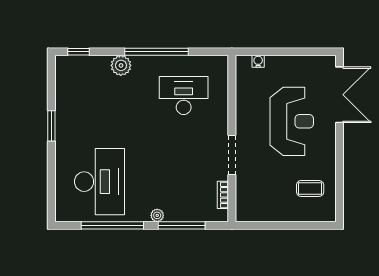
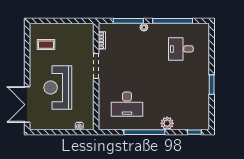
desk: (99, 182) -> (181, 49), width x0.53, depth x0.77

